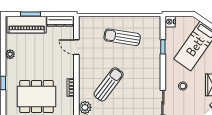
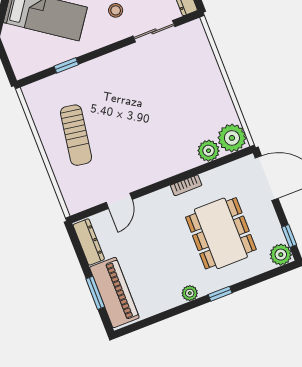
nightstand: (170, 22) -> (22, 69), removed
plant: (10, 54) -> (190, 293), moved
sun lounger: (109, 84) -> (158, 128), removed

